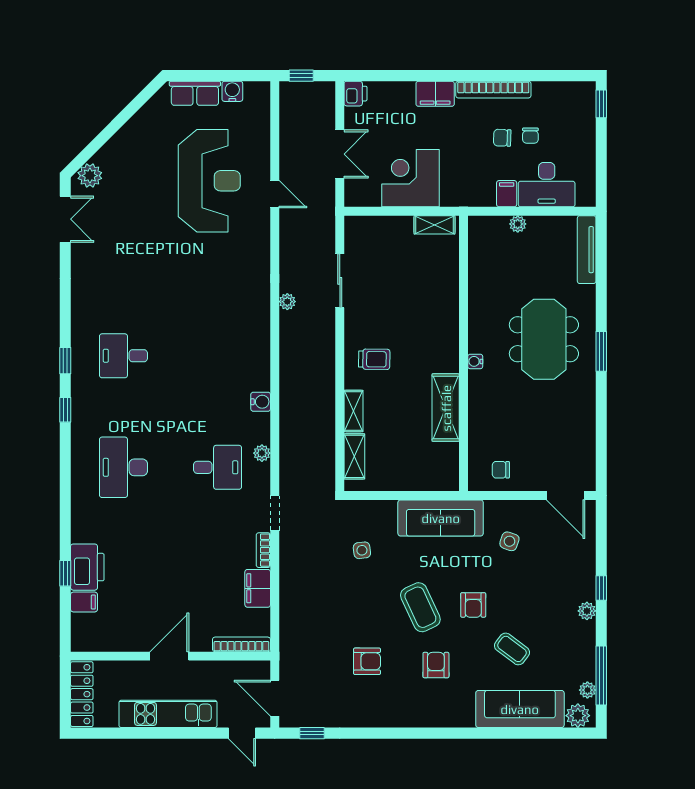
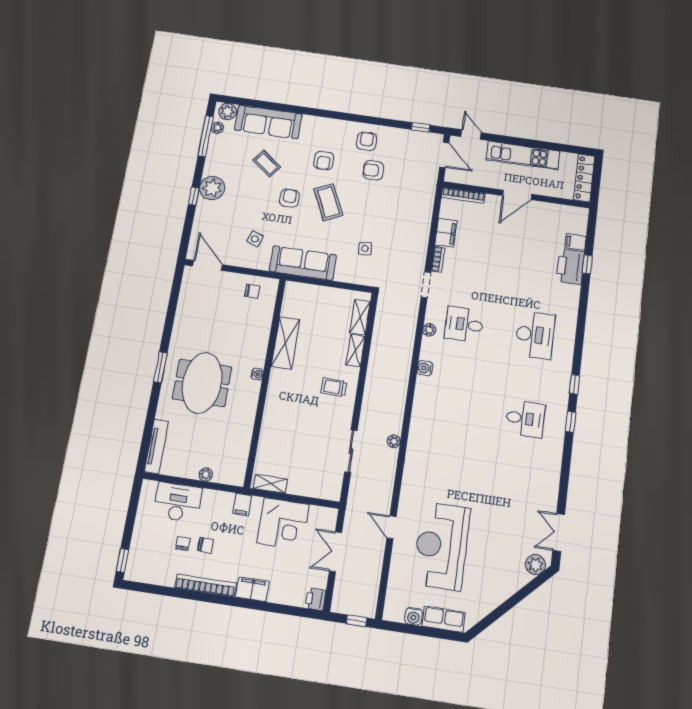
filing cabinet: (507, 194) -> (242, 505), moved
plant: (587, 611) -> (212, 188), width x1.87, depth x1.87
armchair: (382, 702) -> (367, 141), added

